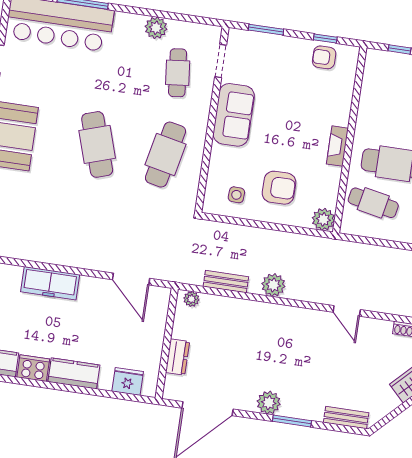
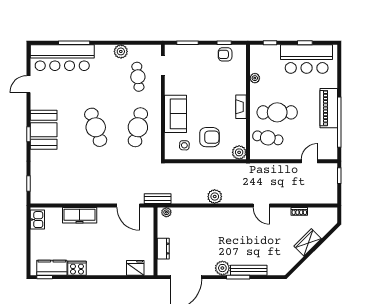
plant: (367, 103) -> (255, 78), added
sofa: (234, 115) -> (176, 114), moved
bench: (226, 282) -> (158, 199), moved
kitchen counter: (74, 373) -> (102, 268), removed
bench: (346, 418) -> (249, 270), moved, width x1.36

